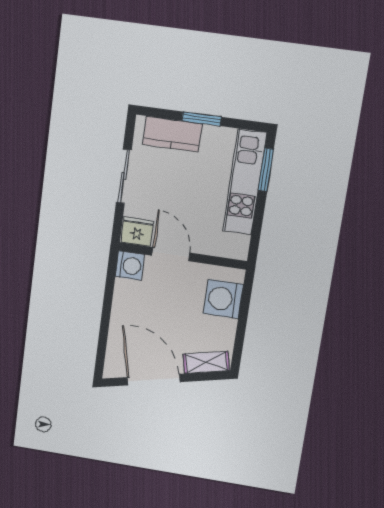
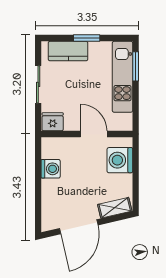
door: (171, 254) -> (94, 134), moved
washing machine: (130, 266) -> (51, 169), moved
door: (154, 380) -> (79, 227), swing flipped

